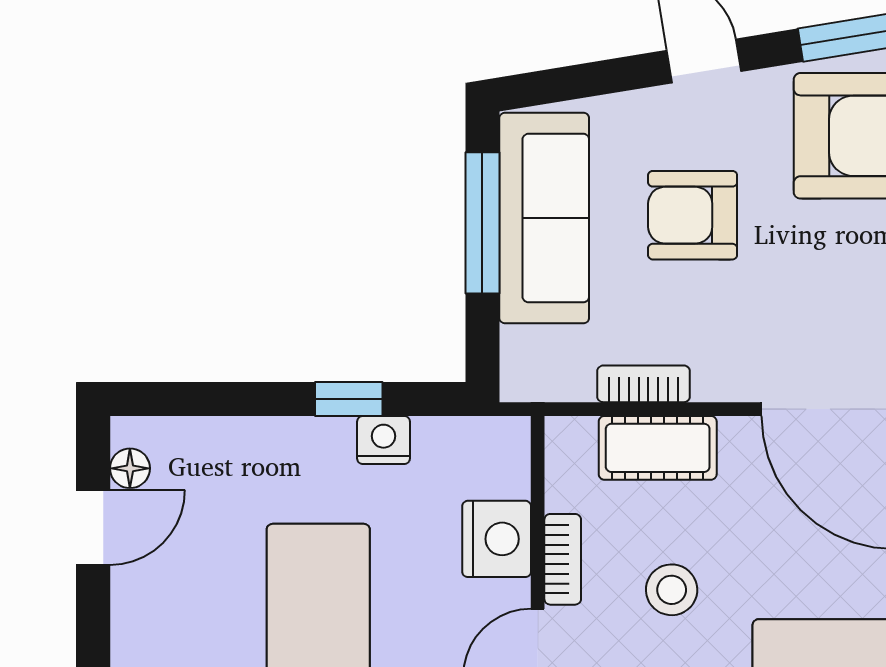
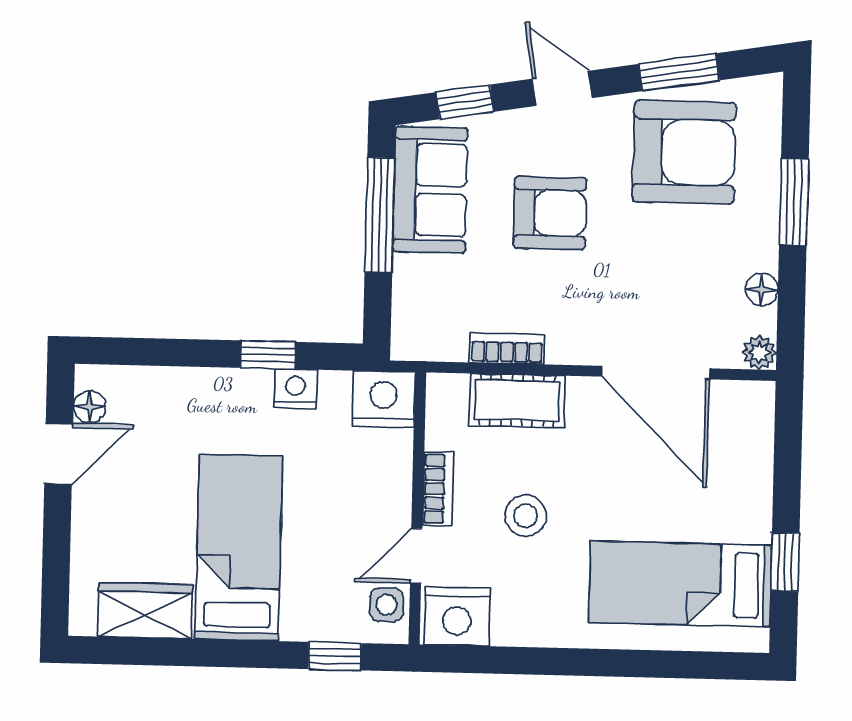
window: (584, 81) -> (465, 102), added
armchair: (693, 215) -> (550, 213), turned 180
sofa: (544, 218) -> (430, 190), width x0.73
nightstand: (497, 539) -> (384, 399), moved, turned -90

